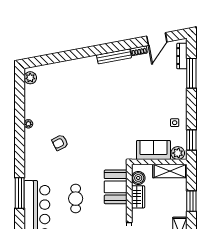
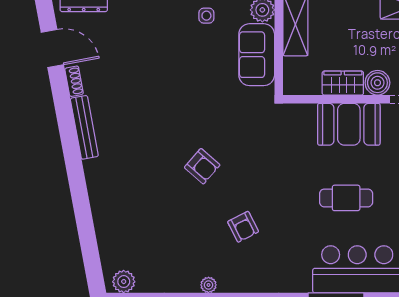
armchair: (93, 120) -> (202, 166), added
boiler: (138, 178) -> (377, 83), moved
booth: (116, 187) -> (349, 124), moved

